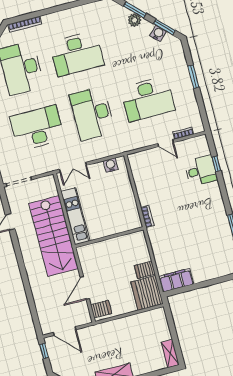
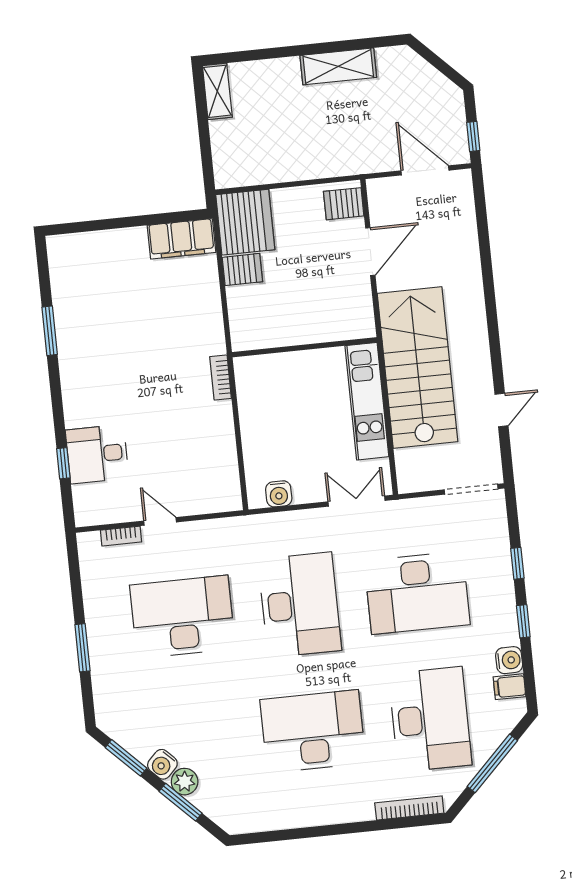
water cooler: (158, 33) -> (162, 764), moved

